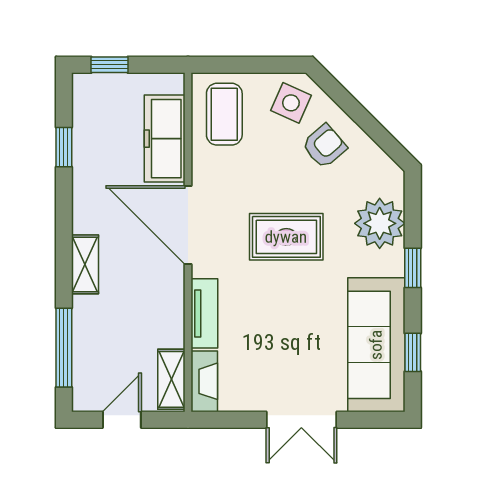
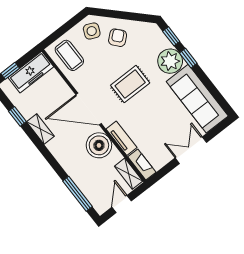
freezer: (165, 139) -> (31, 72), moved, turned -90
plant: (380, 223) -> (170, 61), moved
shelving: (85, 264) -> (40, 129), moved
boiler: (159, 297) -> (99, 145), added
window: (413, 352) -> (171, 36), moved
double door: (301, 420) -> (191, 150), swing flipped

